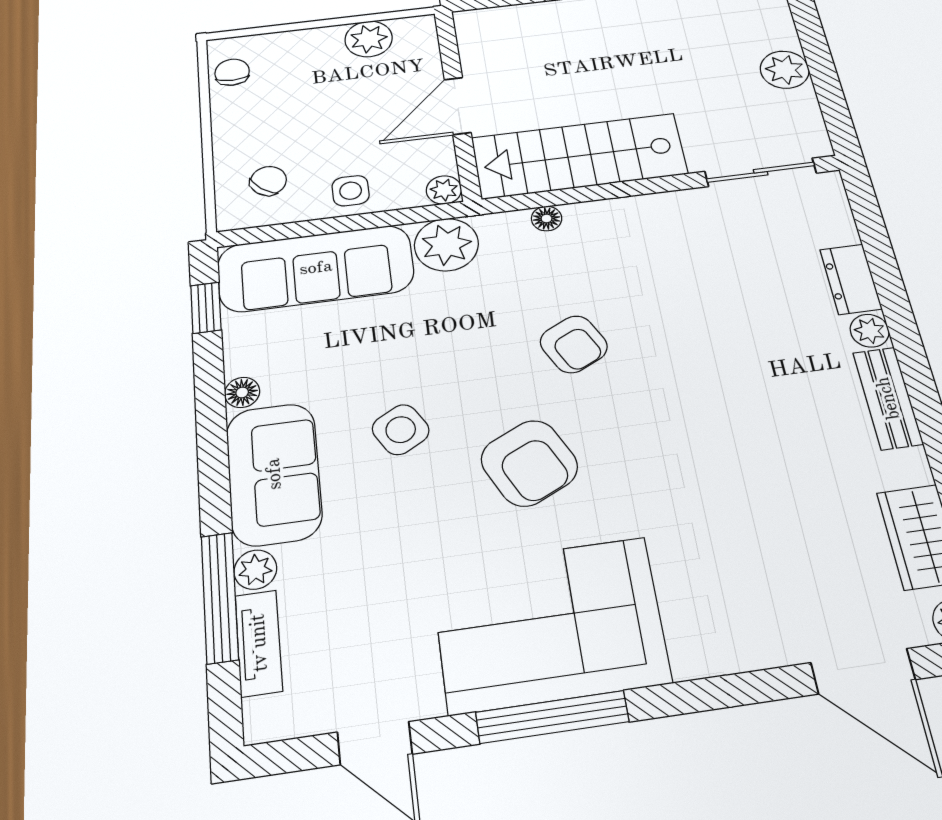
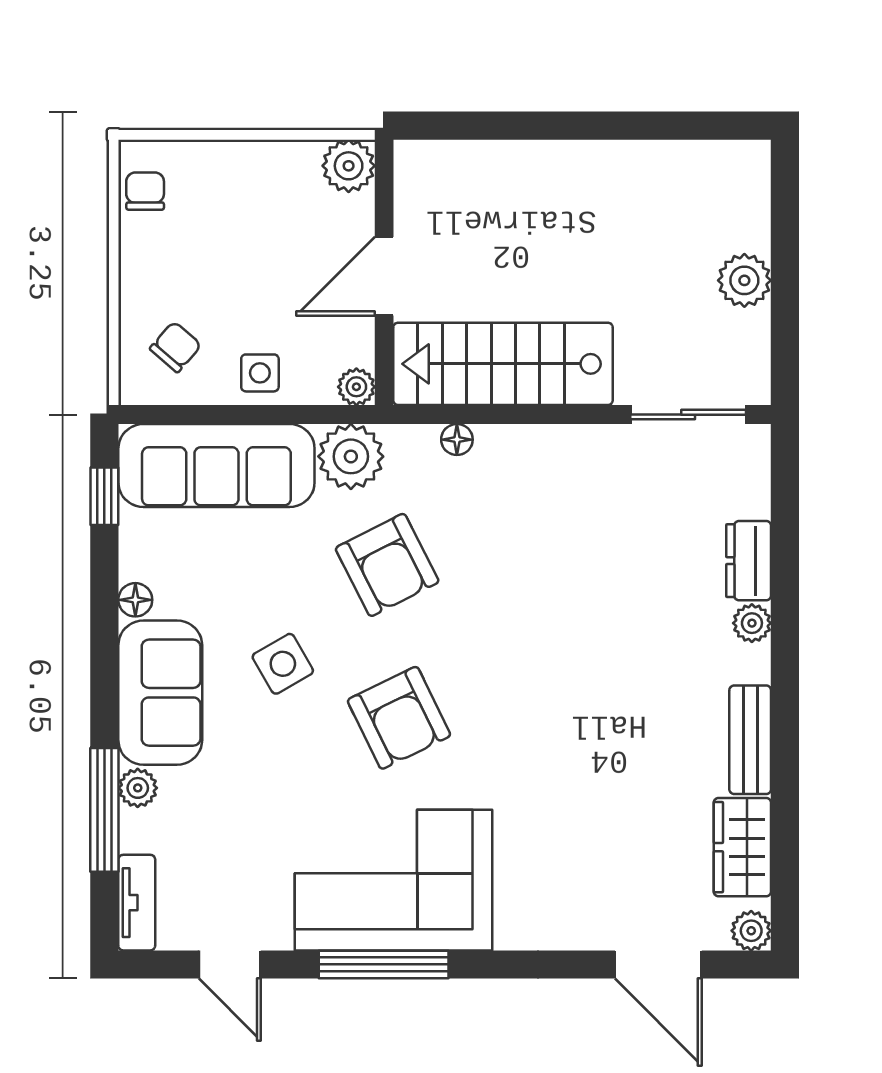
plant: (369, 39) -> (349, 166), moved
armchair: (574, 344) -> (387, 565), moved, width x1.38, depth x1.38
bench: (888, 398) -> (750, 740), moved
tv unit: (259, 643) -> (137, 903), moved

